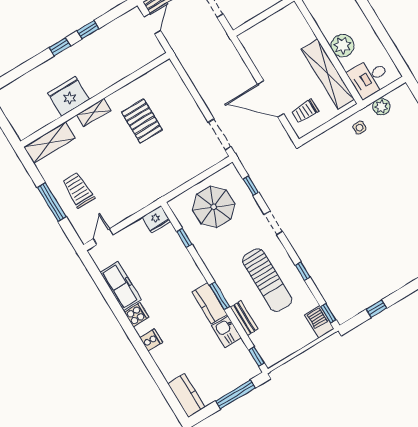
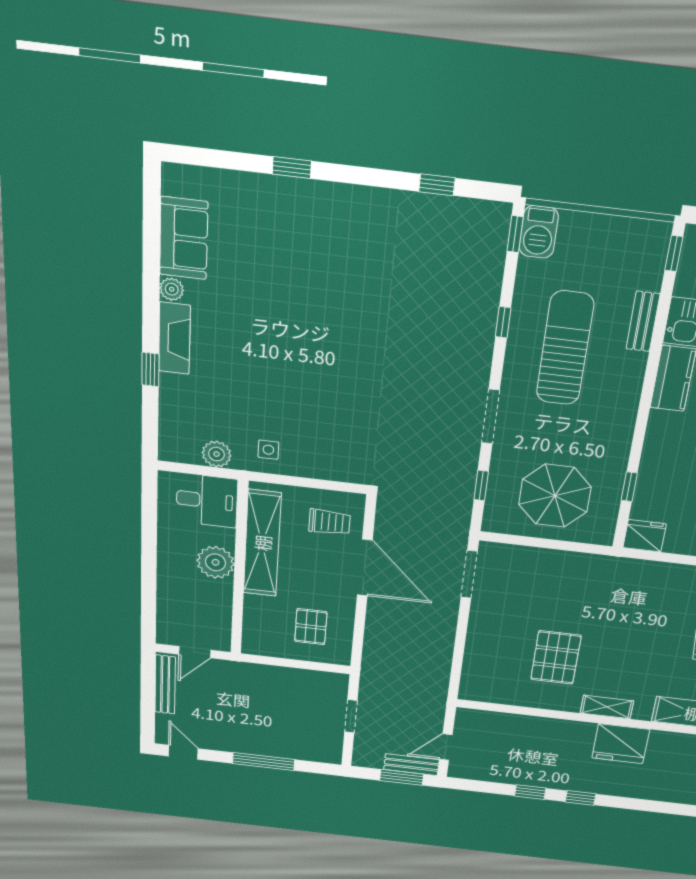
pallet: (272, 44) -> (311, 627), added
doorway: (273, 223) -> (490, 417), width x1.38
window: (220, 296) -> (650, 378), removed

